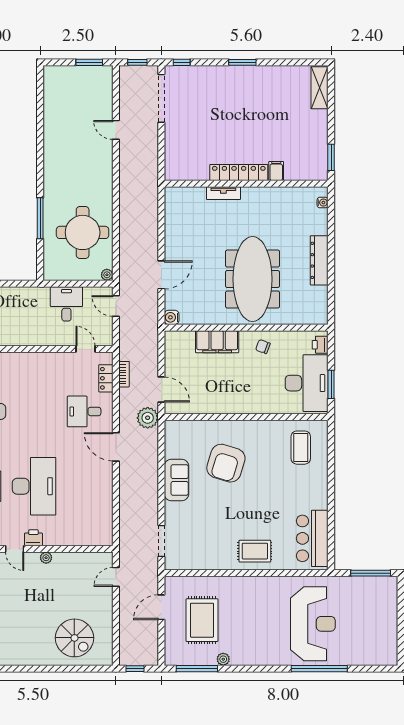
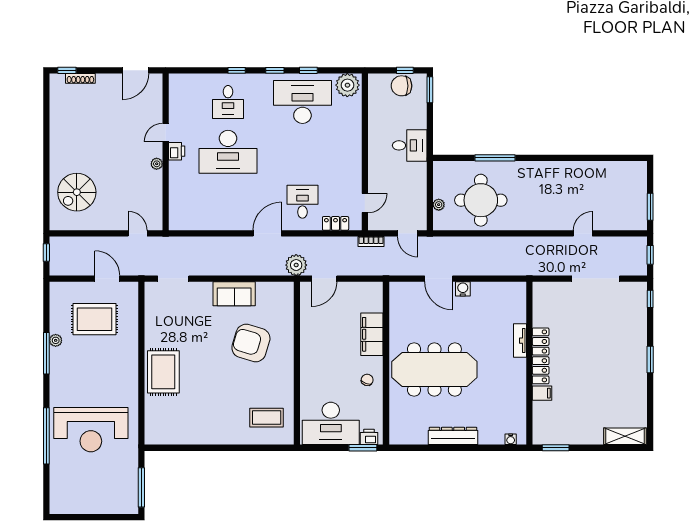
doorway: (161, 98) -> (596, 279), moved
plant: (107, 275) -> (439, 205), moved
desk: (66, 304) -> (410, 145), moved
door: (116, 306) -> (408, 233), swing flipped
water cooler: (172, 317) -> (463, 289), moved
bookcase: (124, 374) -> (371, 242), moved
window: (331, 384) -> (363, 448), moved
bar counter: (312, 538) -> (176, 429), removed
rug: (255, 551) -> (163, 372), width x1.36, depth x1.43
window: (197, 669) -> (46, 353), moved

